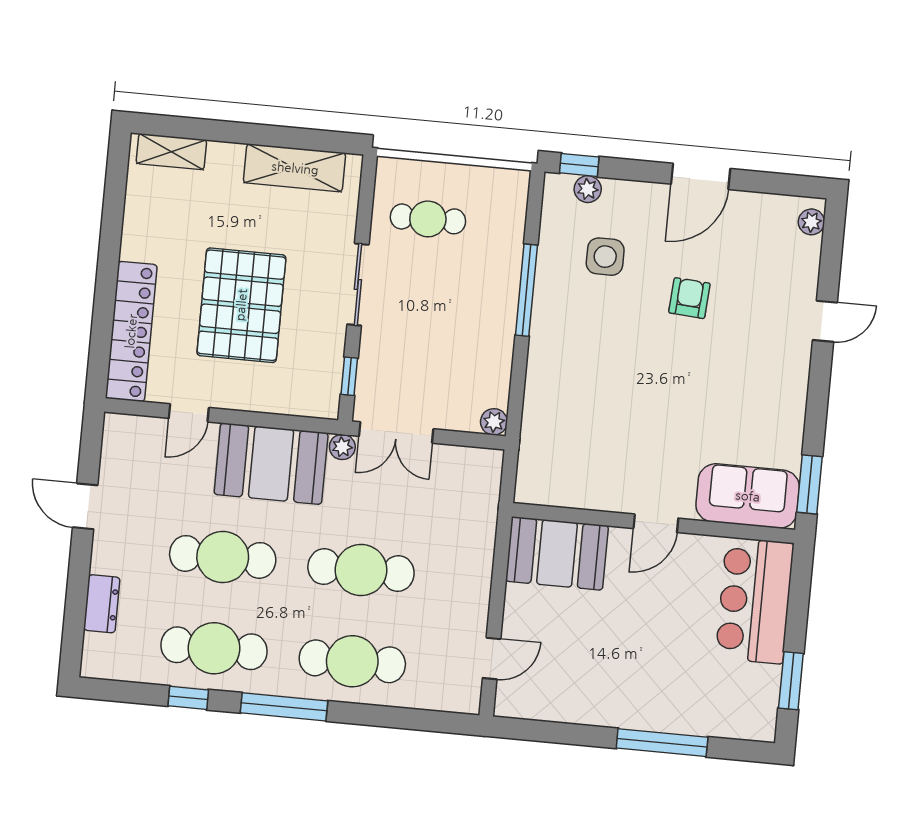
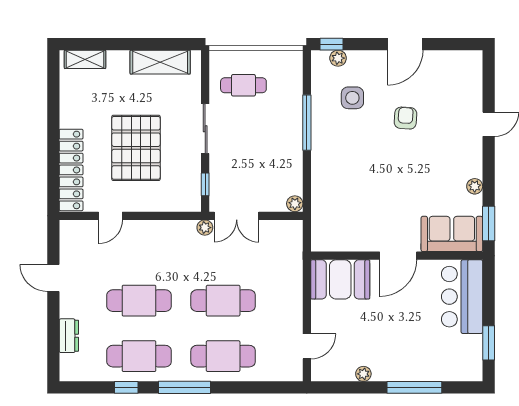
plant: (811, 222) -> (475, 186), moved
booth: (271, 464) -> (163, 242), removed
door: (656, 523) -> (398, 256), width x1.38
plant: (580, 712) -> (363, 374), added

